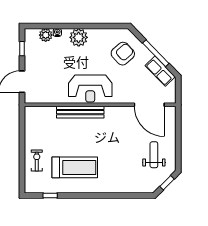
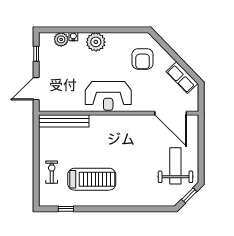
window: (156, 53) -> (177, 59), removed
armchair: (123, 54) -> (143, 59), turned 132
bench: (80, 112) -> (64, 121), moved
weight bench: (154, 155) -> (175, 166), width x1.36, depth x1.33

